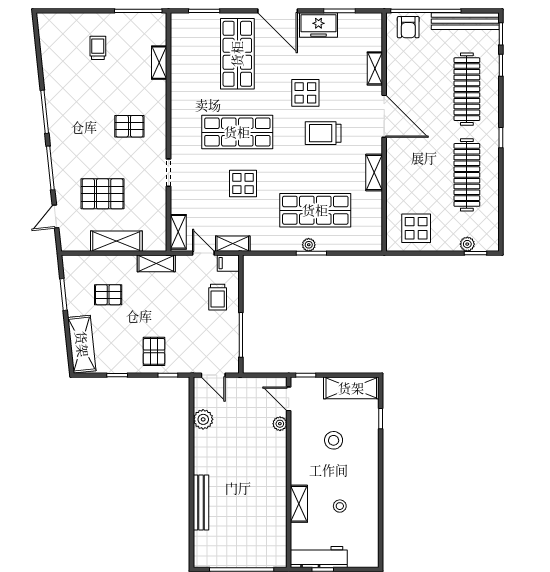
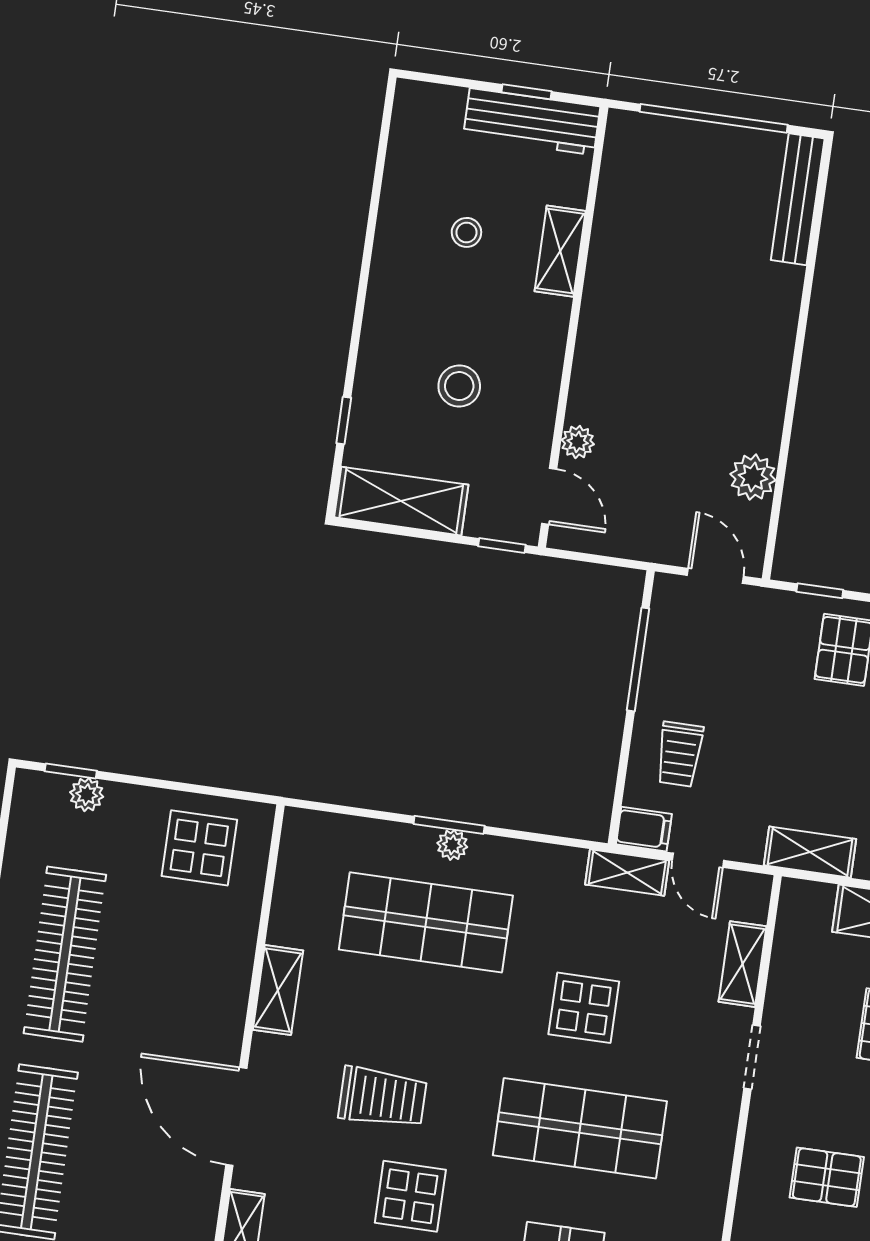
shelving: (178, 232) -> (742, 964), moved
trolley: (218, 297) -> (680, 754), turned 180
bench: (201, 503) -> (798, 199), moved

